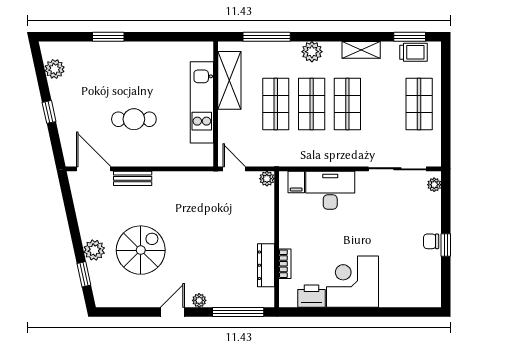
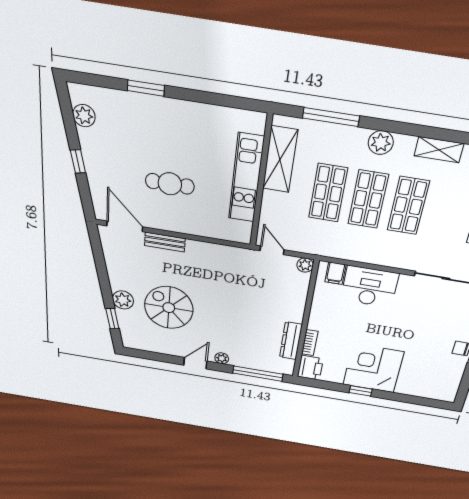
spiral stairs: (141, 250) -> (169, 308), turned -90
printer: (312, 296) -> (310, 368), moved, turned 90
window: (346, 312) -> (361, 391), added

